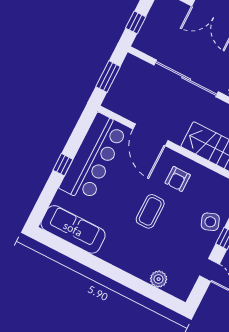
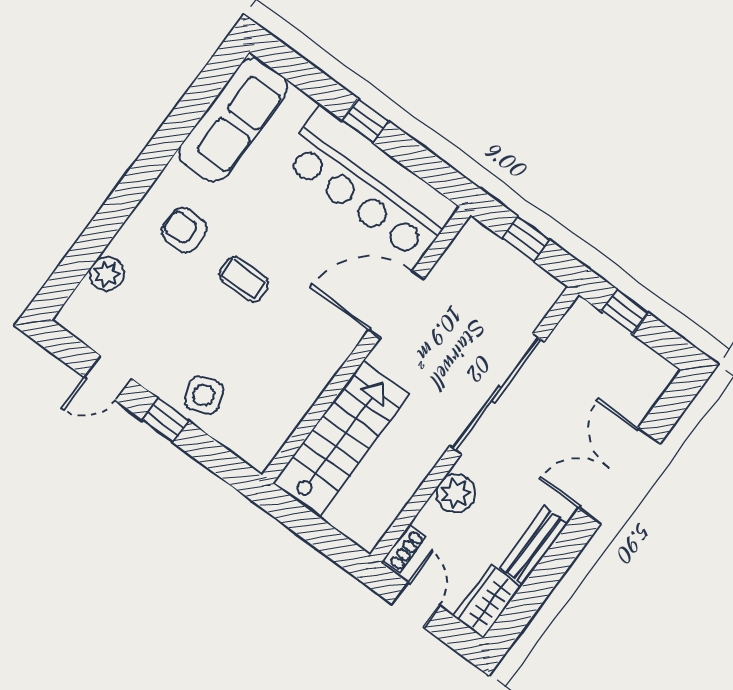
window: (108, 77) -> (526, 239), width x0.67
armchair: (178, 179) -> (184, 230), moved
coffee table: (150, 211) -> (244, 279), width x0.73, depth x0.77

